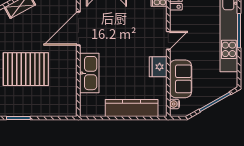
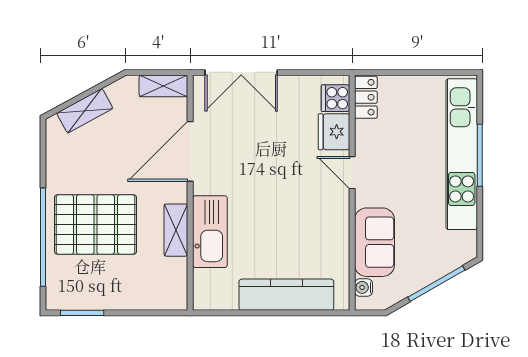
door: (168, 40) -> (352, 173), swing flipped
fridge: (158, 67) -> (334, 132), moved
shelving: (70, 72) -> (176, 230), added

